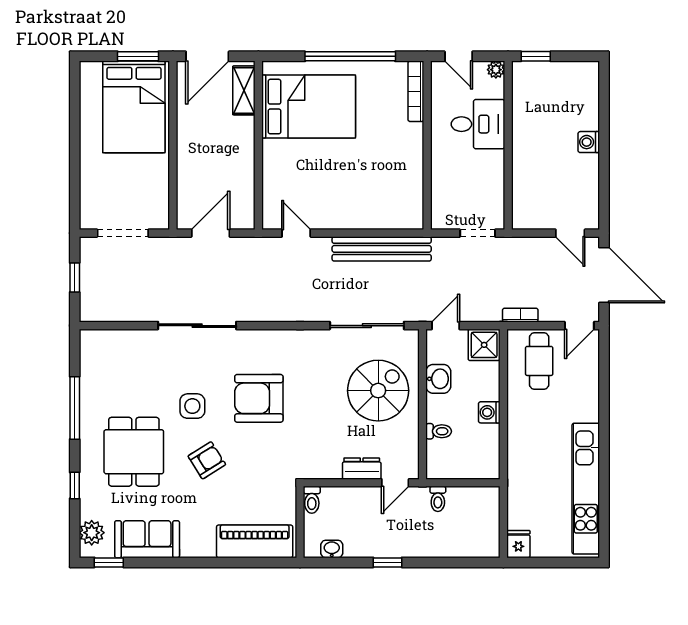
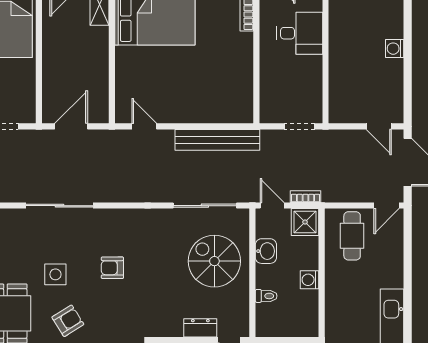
bookcase: (520, 315) -> (305, 197), moved
door: (446, 326) -> (272, 206), hinge flipped
spiral stairs: (378, 391) -> (214, 261), turned -90
armchair: (259, 398) -> (112, 268), width x0.53, depth x0.53

